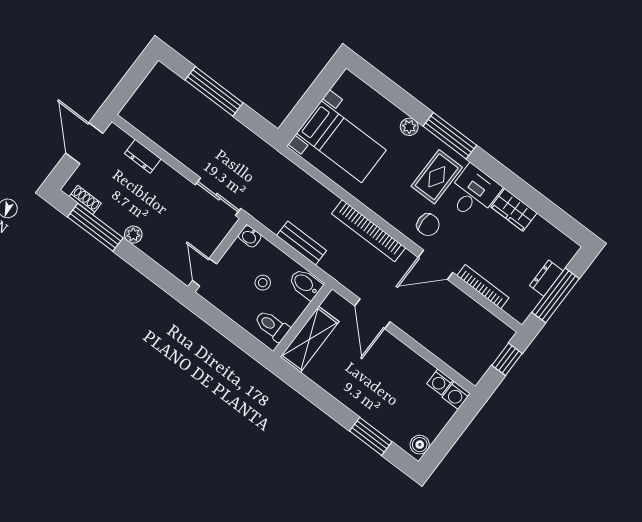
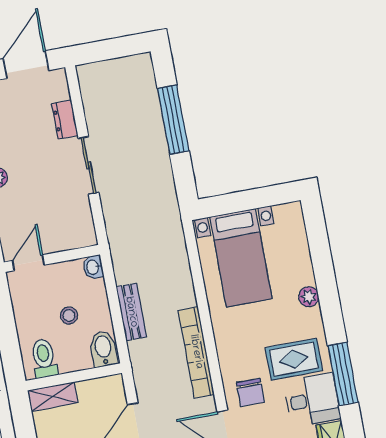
window: (450, 136) -> (343, 374), moved
sliding door: (218, 197) -> (89, 165), moved
shelving: (310, 339) -> (53, 397), width x0.67, depth x0.75

